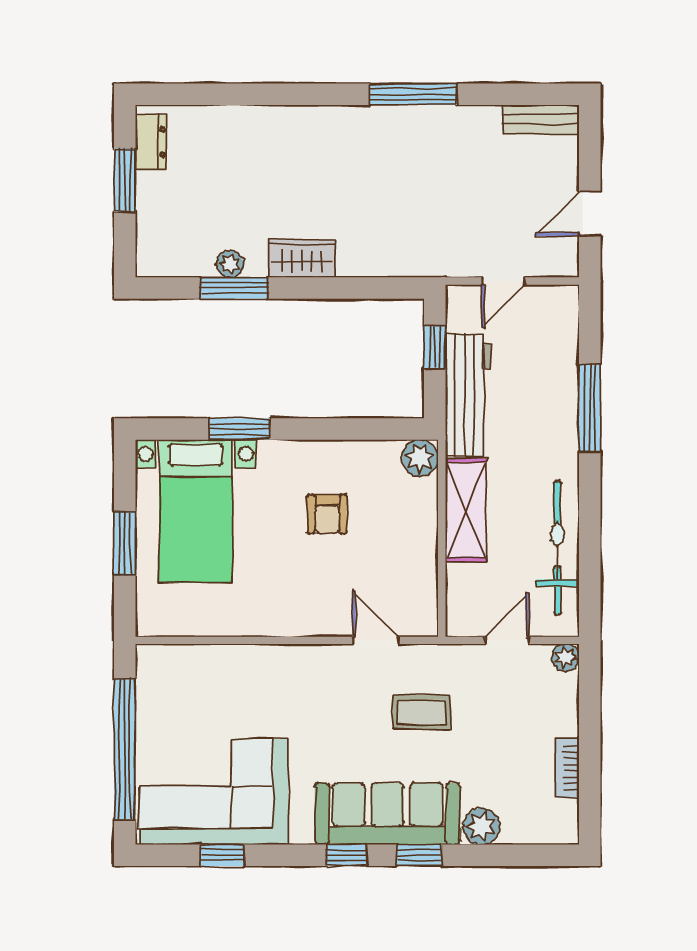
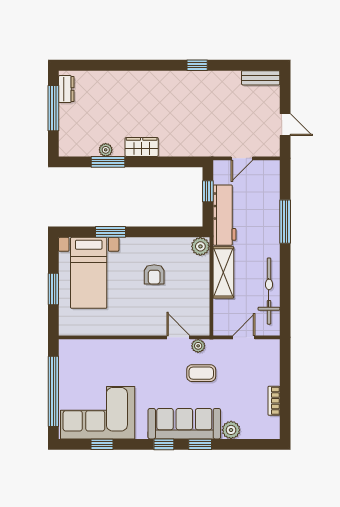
window: (413, 94) -> (197, 65), width x0.46
window: (125, 180) -> (53, 108), width x1.44
door: (590, 214) -> (285, 125), swing flipped
plant: (565, 658) -> (198, 346), moved

